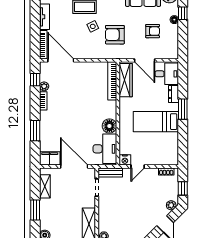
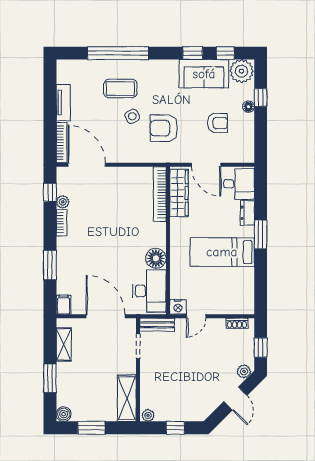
filing cabinet: (50, 158) -> (63, 305), width x0.50

